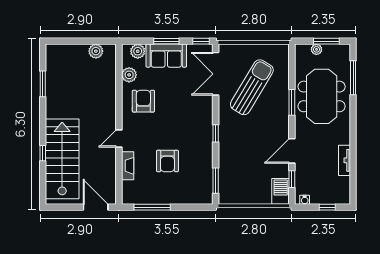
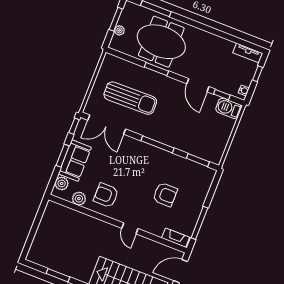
plant: (96, 51) -> (48, 219), removed
sun lounger: (252, 87) -> (130, 98), turned 148
window: (216, 133) -> (157, 144), width x2.17
tv unit: (344, 160) -> (248, 53), moved
fireplace: (128, 166) -> (176, 238), moved

